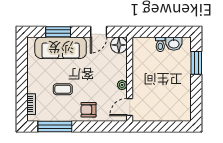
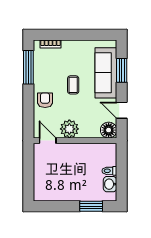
plant: (122, 85) -> (69, 129), width x1.88, depth x1.88
coffee table: (63, 89) -> (73, 85), moved

